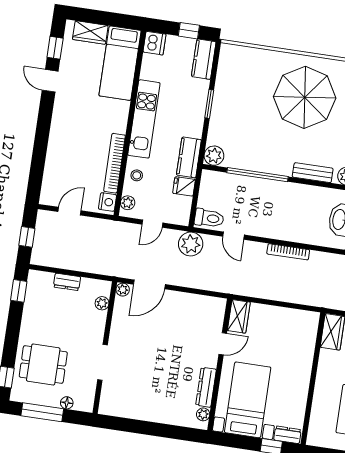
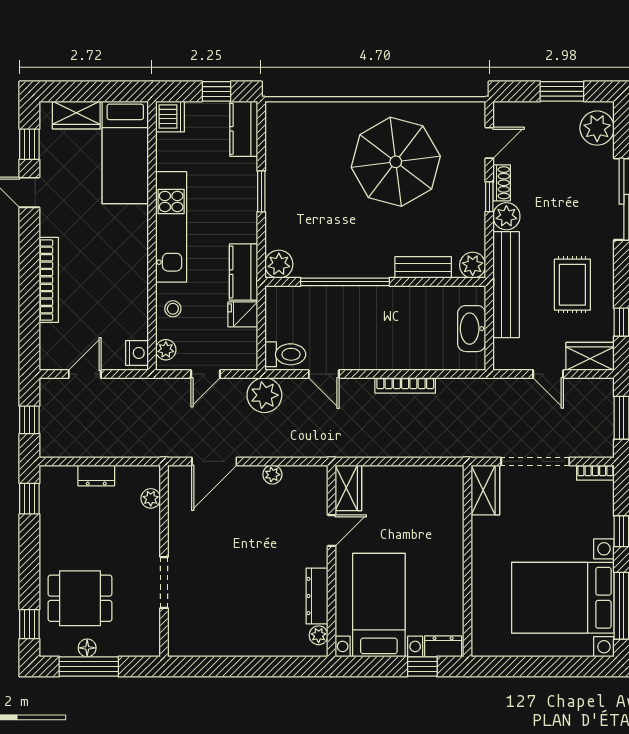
bookcase: (115, 163) -> (49, 280), moved, turned 180
plant: (123, 290) -> (272, 475), moved
floor lamp: (67, 403) -> (87, 648), moved

